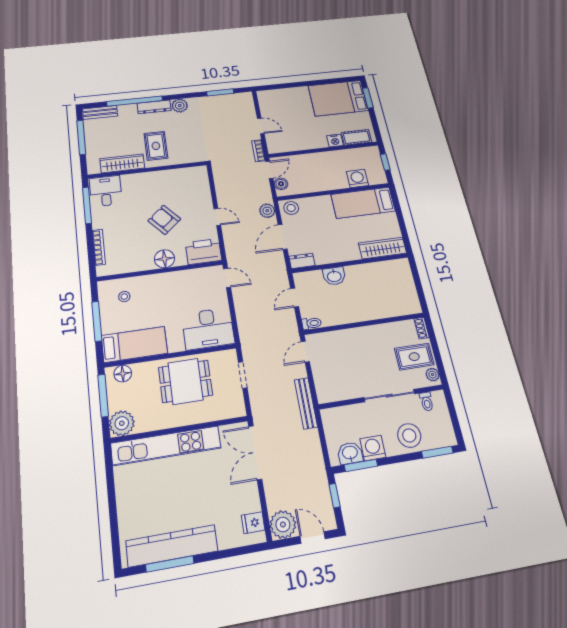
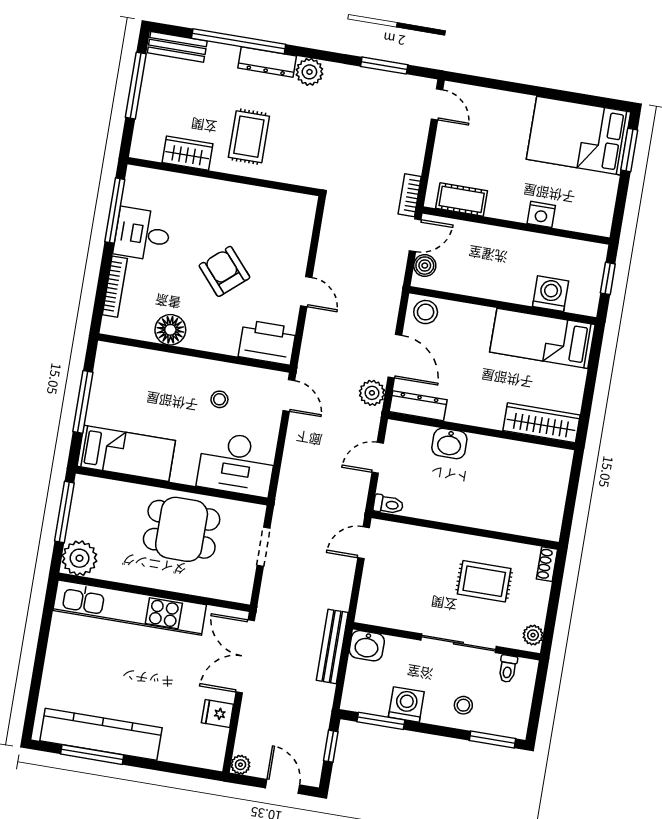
door: (261, 126) -> (437, 104), moved
cot: (357, 137) -> (462, 199), moved
wardrobe: (122, 163) -> (188, 153), width x0.67
desk: (106, 191) -> (142, 234), moved, turned -90
plant: (267, 211) -> (372, 393), moved
door: (283, 237) -> (395, 356), swing flipped
floor lamp: (165, 259) -> (170, 330), moved
dresser: (302, 261) -> (418, 406), width x1.44
stool: (124, 297) -> (219, 399), moved
rug: (414, 357) -> (484, 581), moved
floor lamp: (123, 374) -> (99, 490), removed
bench: (306, 403) -> (332, 646), moved
stool: (409, 435) -> (463, 705), width x0.53, depth x0.53
washbasin: (350, 453) -> (367, 646), moved, turned 180
fridge: (253, 523) -> (217, 713), moved
plant: (283, 525) -> (240, 765), width x0.53, depth x0.53

